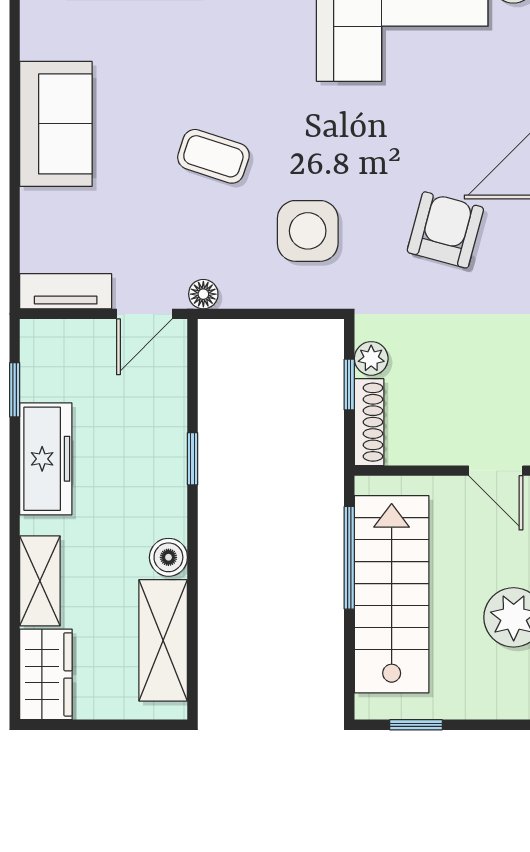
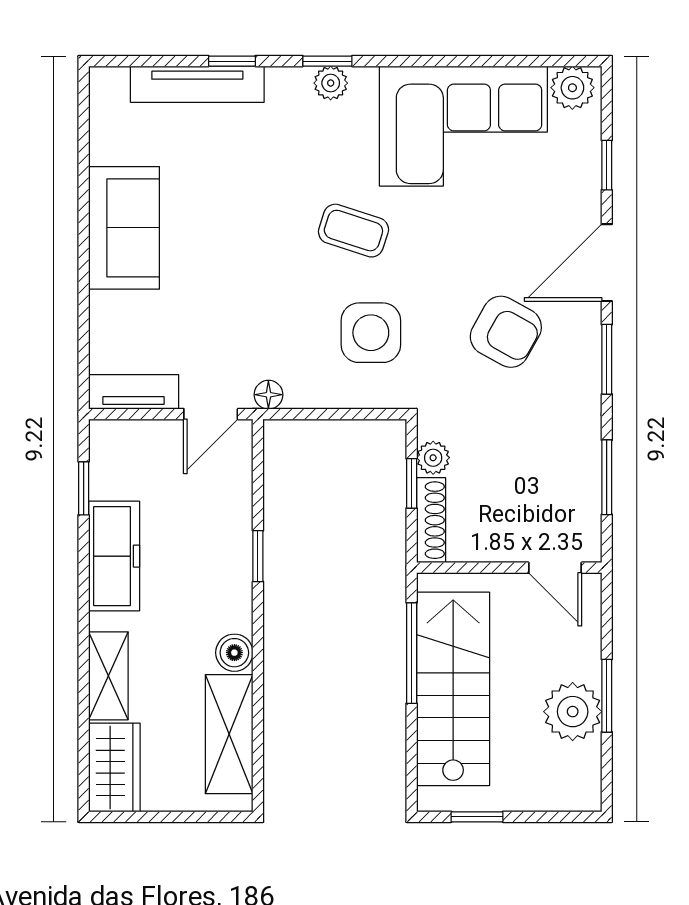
coffee table: (213, 156) -> (353, 231), moved
armchair: (445, 230) -> (506, 332), turned 104

